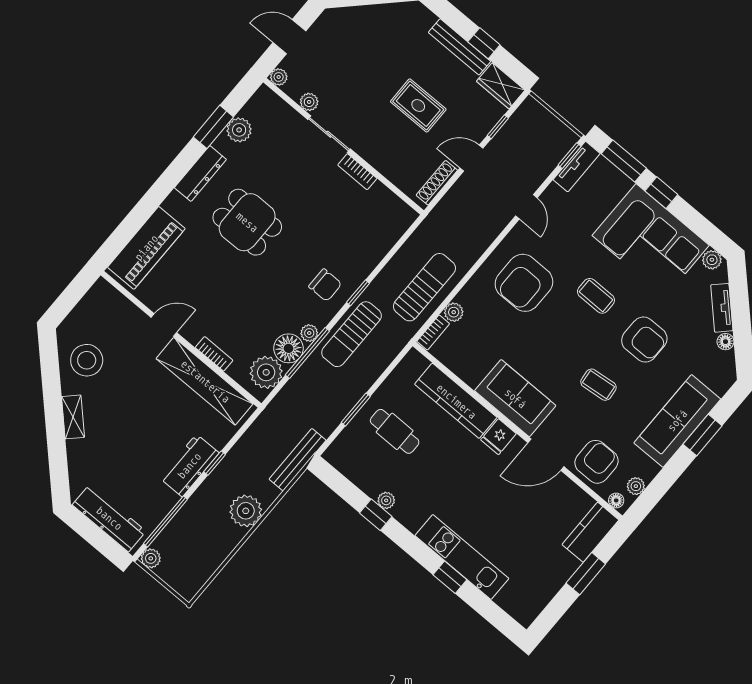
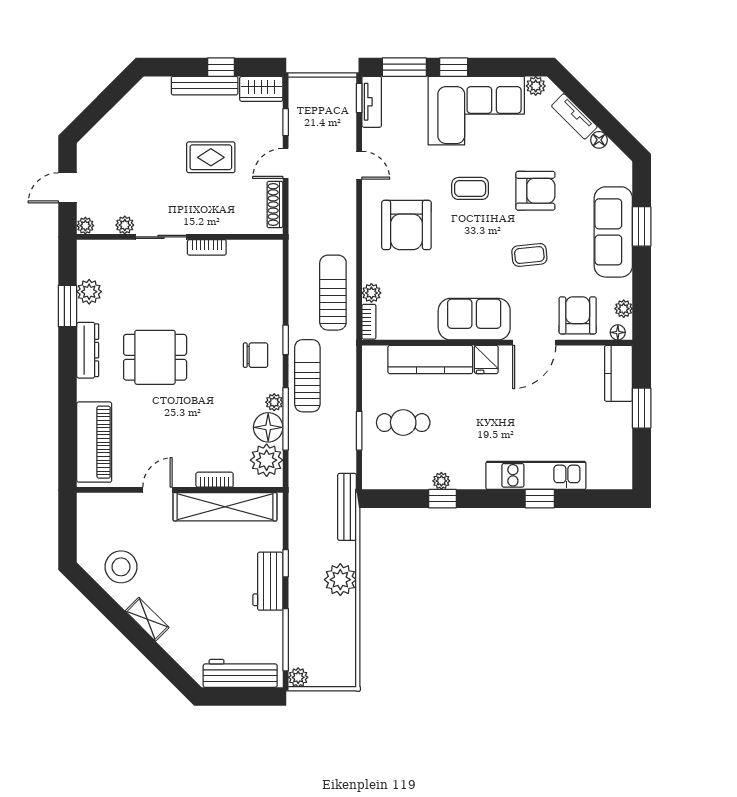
sun lounger: (352, 334) -> (307, 376), turned 180

